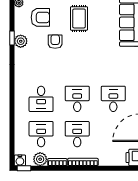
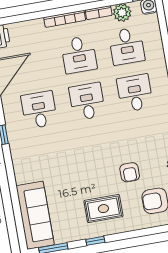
rug: (79, 18) -> (103, 209), turned 90
desk: (77, 99) -> (87, 101), turned 180
desk: (113, 99) -> (39, 110), turned 180

